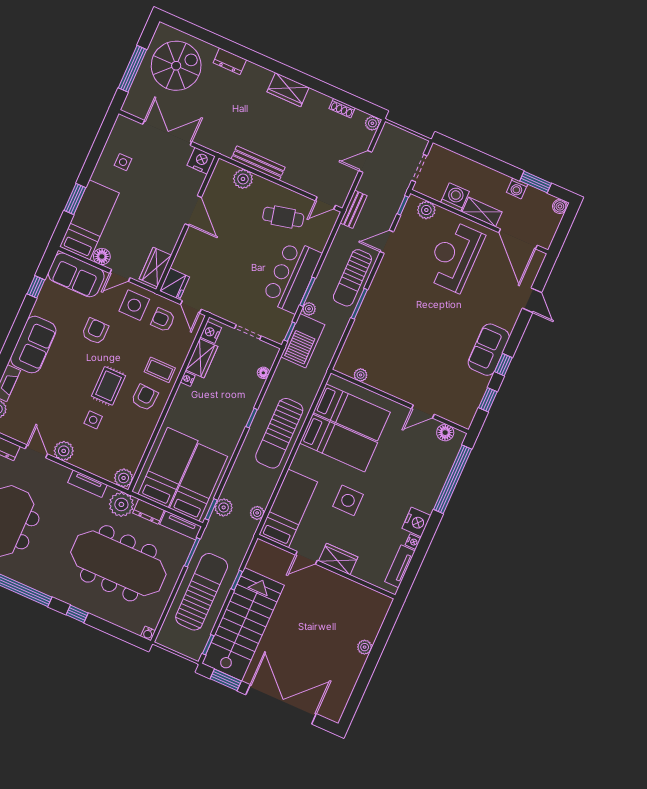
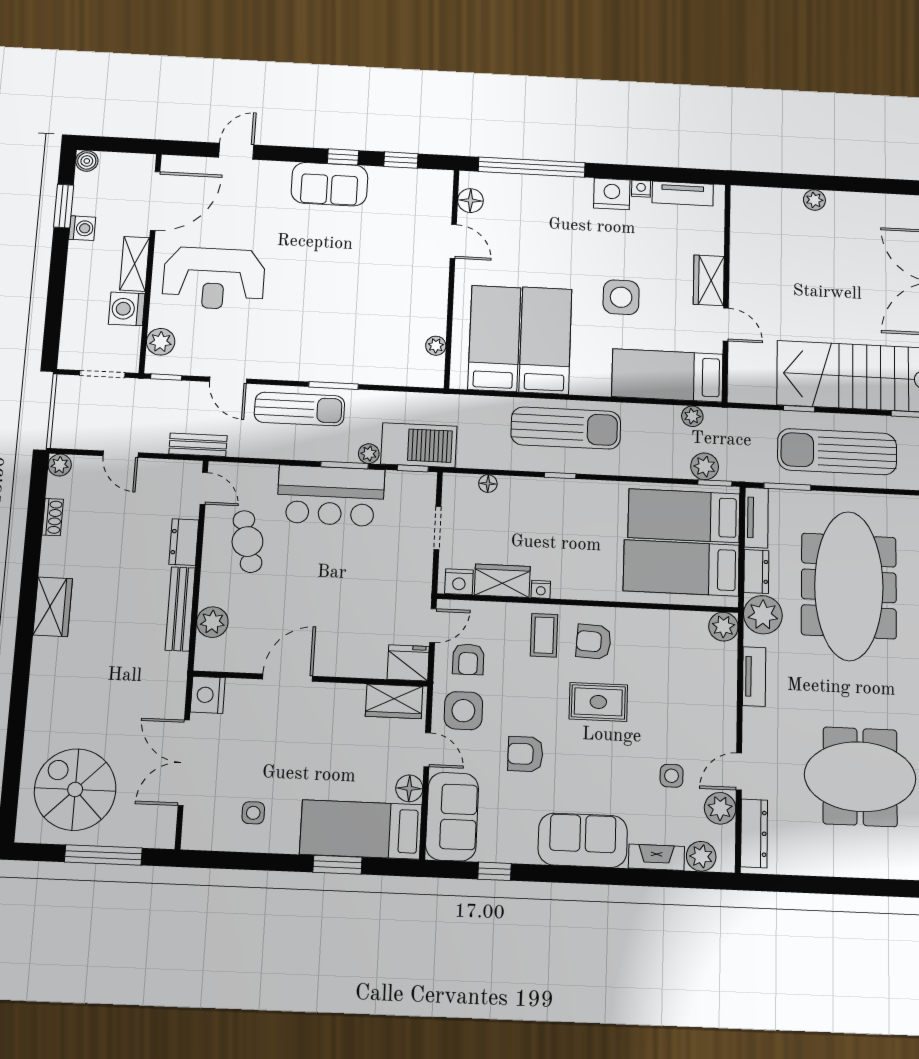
dresser: (230, 61) -> (184, 542), moved, turned 180
side table: (93, 420) -> (672, 776), moved
plant: (64, 451) -> (720, 808), moved

